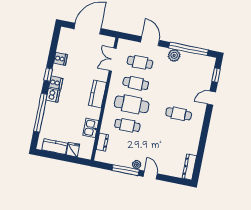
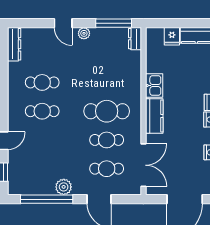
double door: (113, 60) -> (143, 165), width x1.37
cafe table: (127, 125) -> (42, 82), moved
kitchen sink: (91, 128) -> (154, 86), moved
dresser: (102, 142) -> (135, 39), moved
window: (126, 170) -> (114, 23), moved

